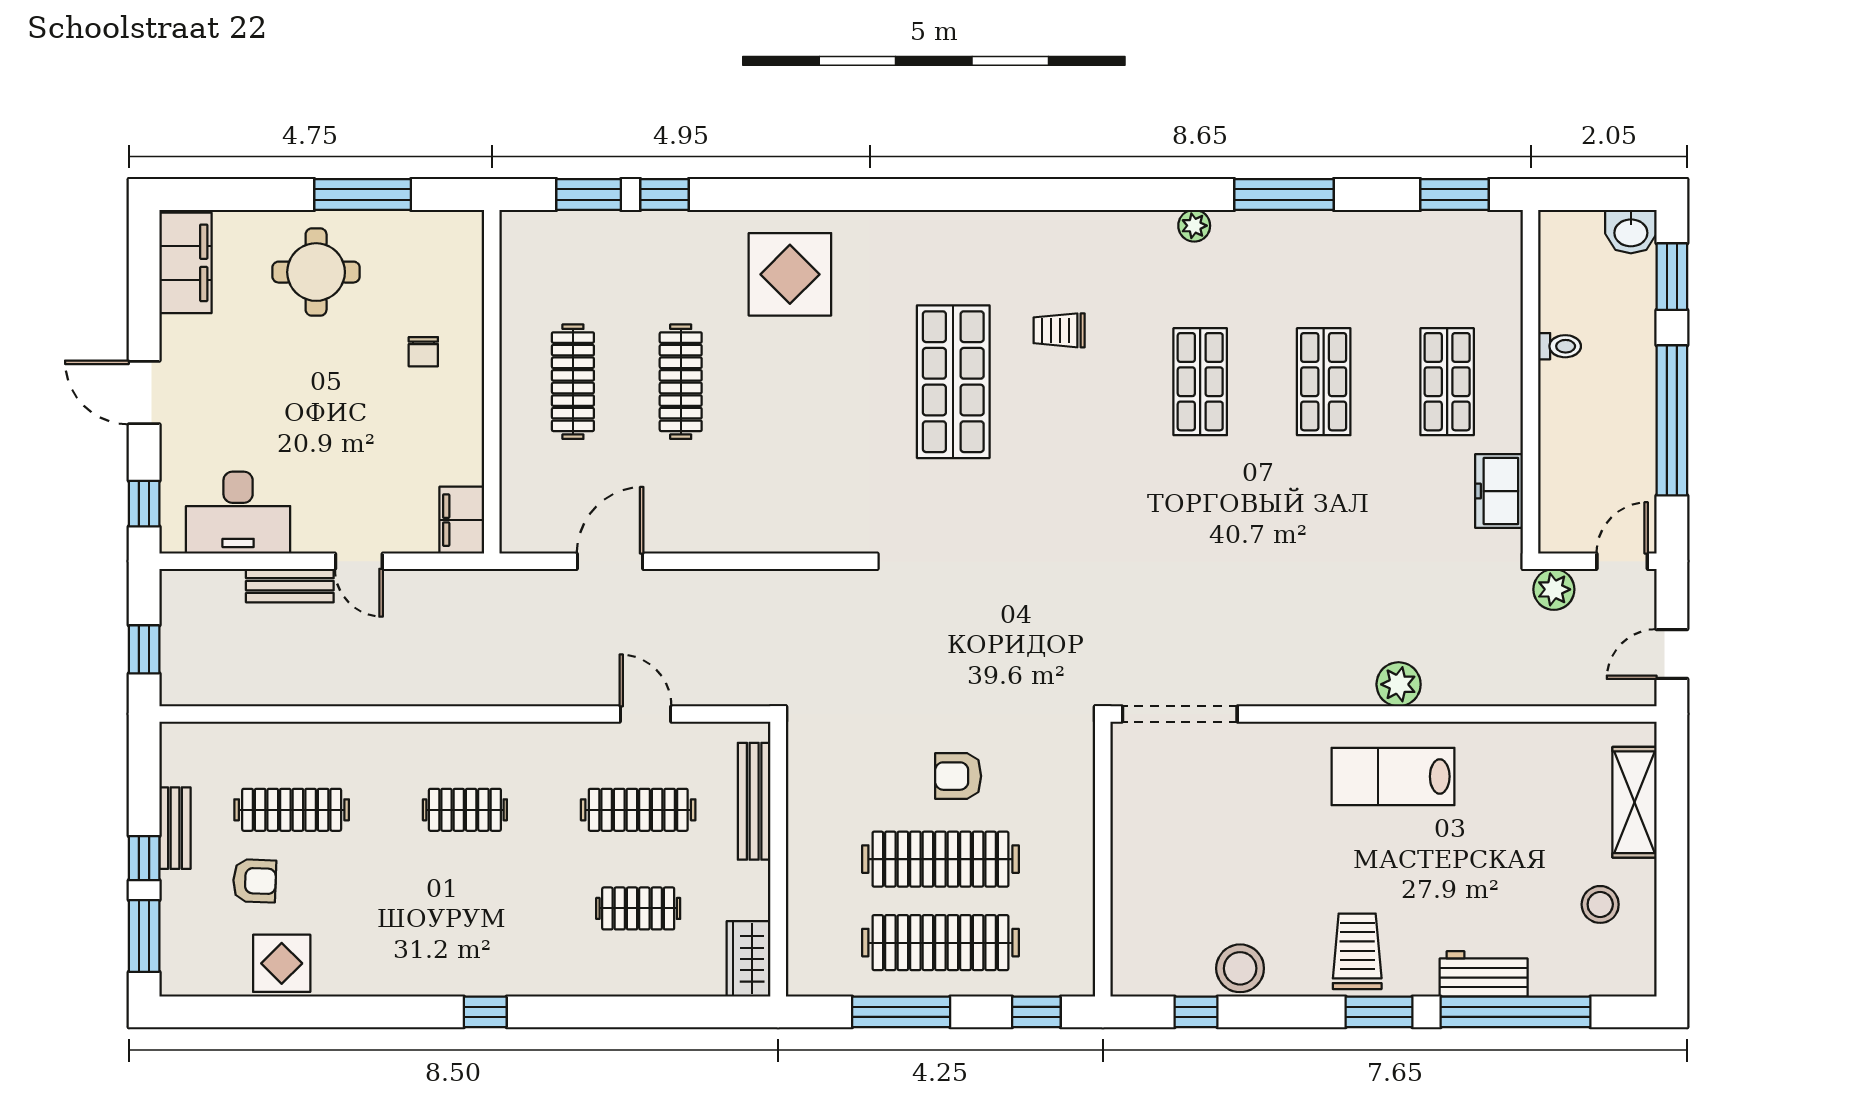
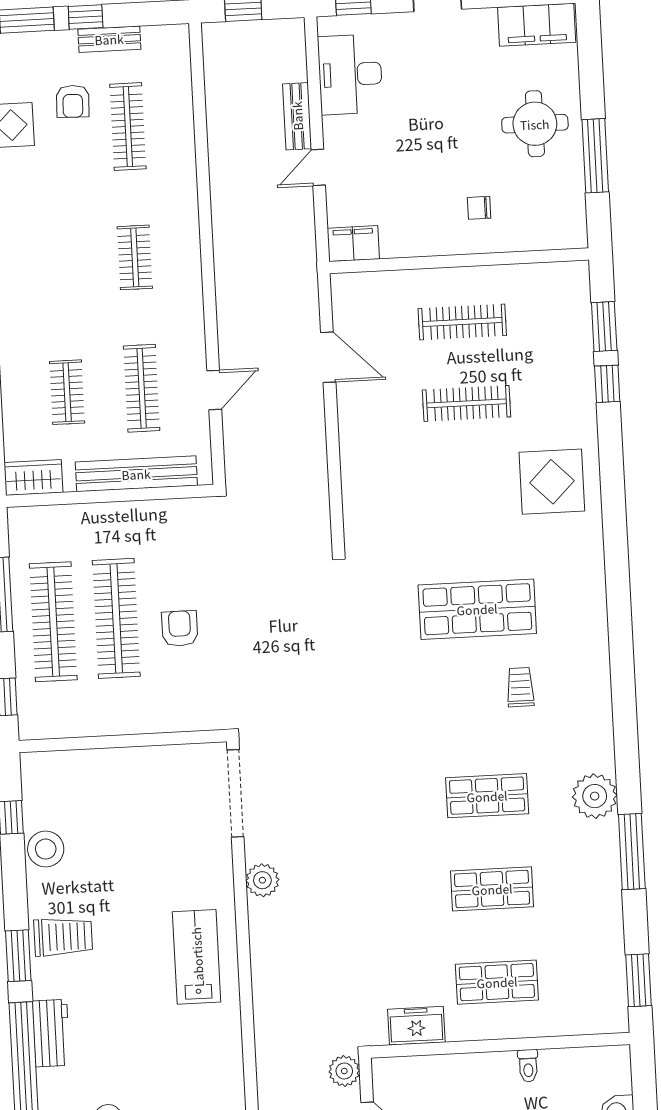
plant: (1194, 226) -> (595, 796), width x1.87, depth x1.87
plant: (1399, 684) -> (262, 880), moved
bench: (754, 801) -> (136, 474), width x1.37, depth x1.21

